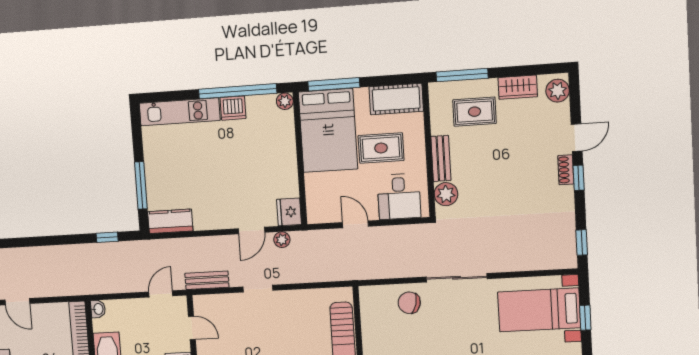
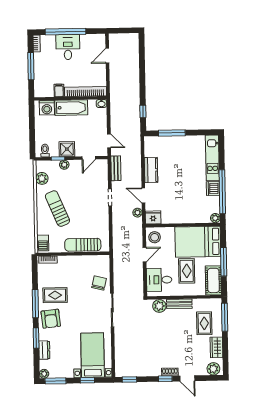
window: (334, 84) -> (224, 262), moved
stool: (324, 208) -> (155, 237), added
kitchen counter: (170, 221) -> (151, 170), moved

